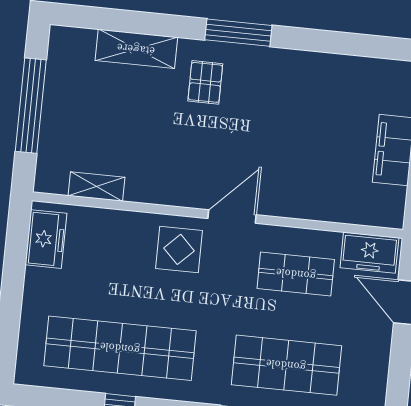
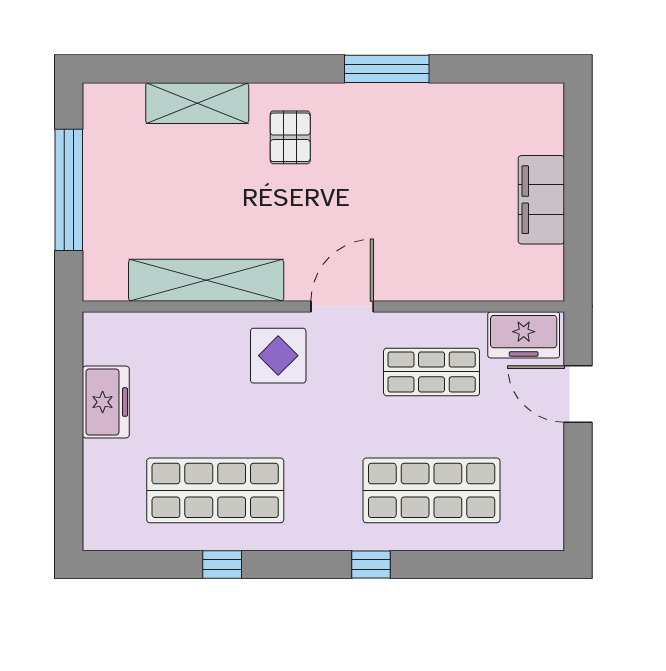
window: (238, 33) -> (387, 69), moved
shelving: (97, 187) -> (206, 280), width x2.20, depth x1.33
freezer: (46, 239) -> (106, 402), moved
shop shelf: (120, 348) -> (215, 490), width x0.71

